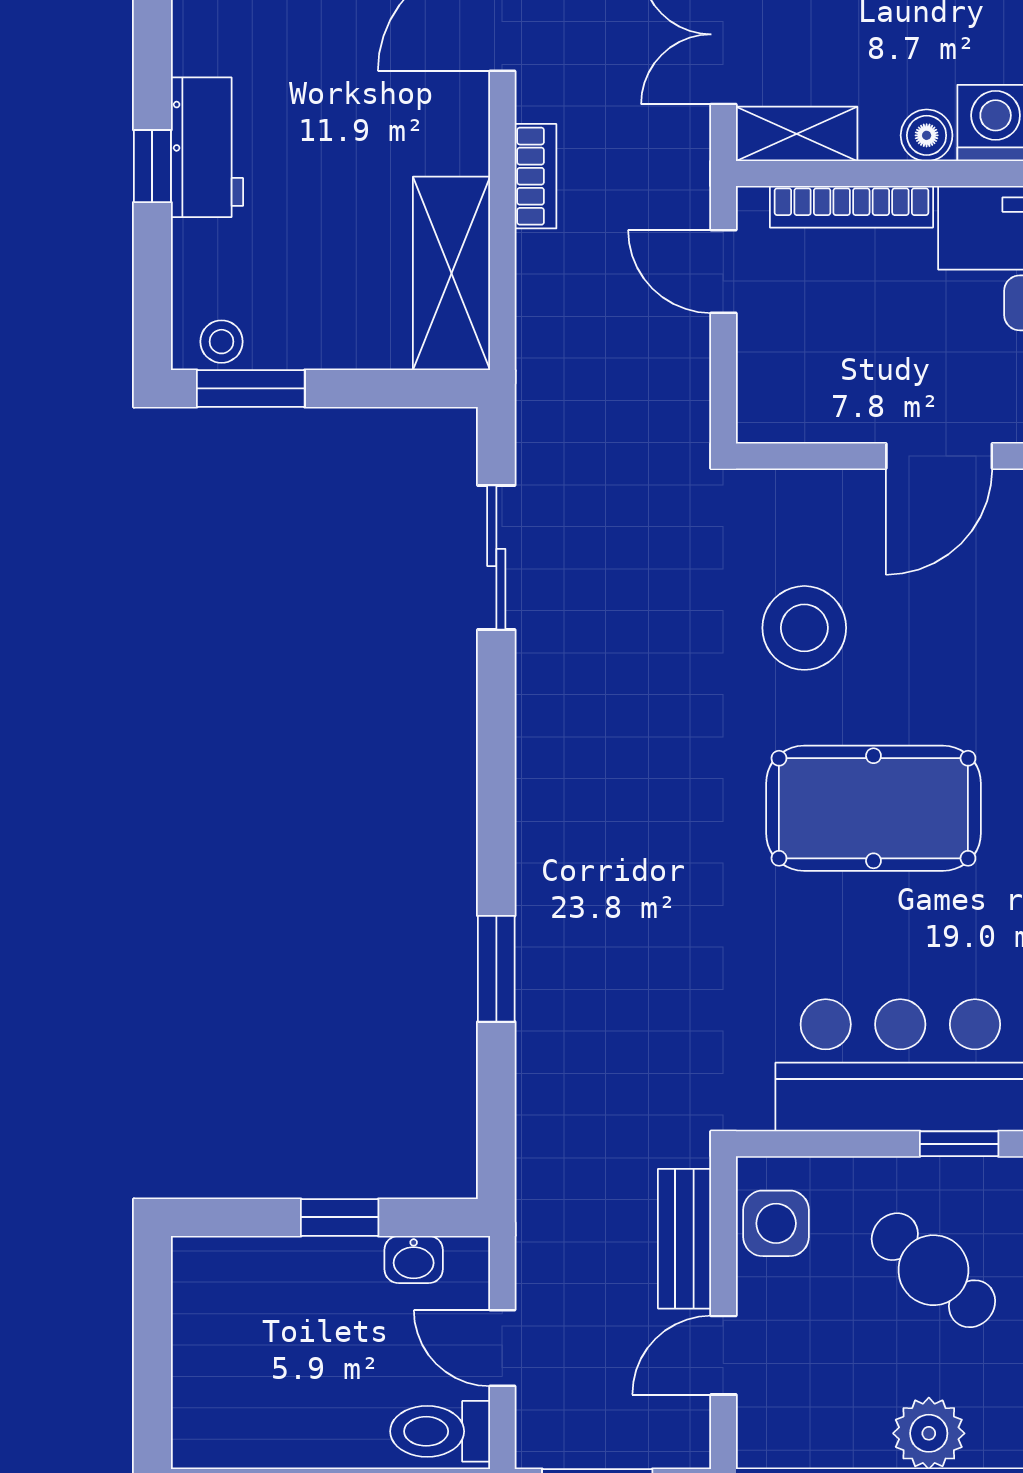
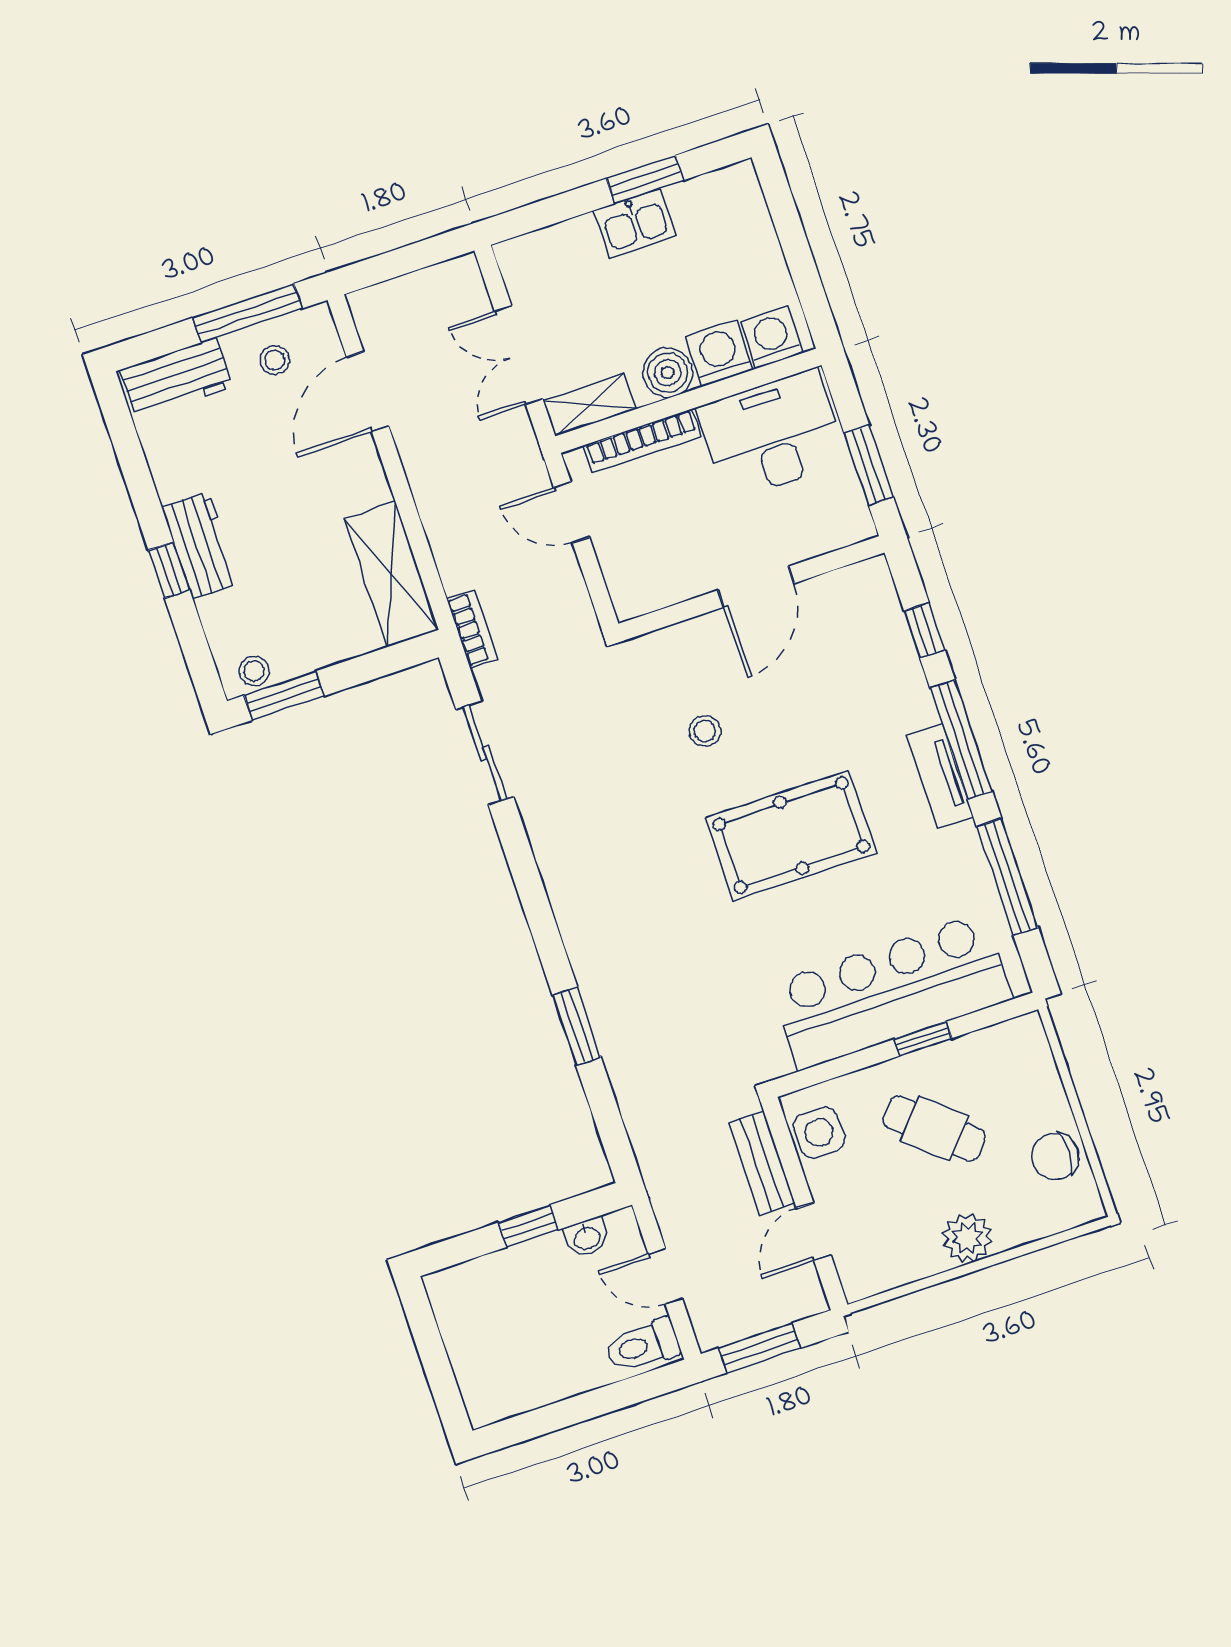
boiler: (927, 135) -> (668, 373), width x1.36, depth x1.36
bookcase: (536, 176) -> (472, 629), moved
stool: (804, 628) -> (705, 731), width x0.53, depth x0.53

